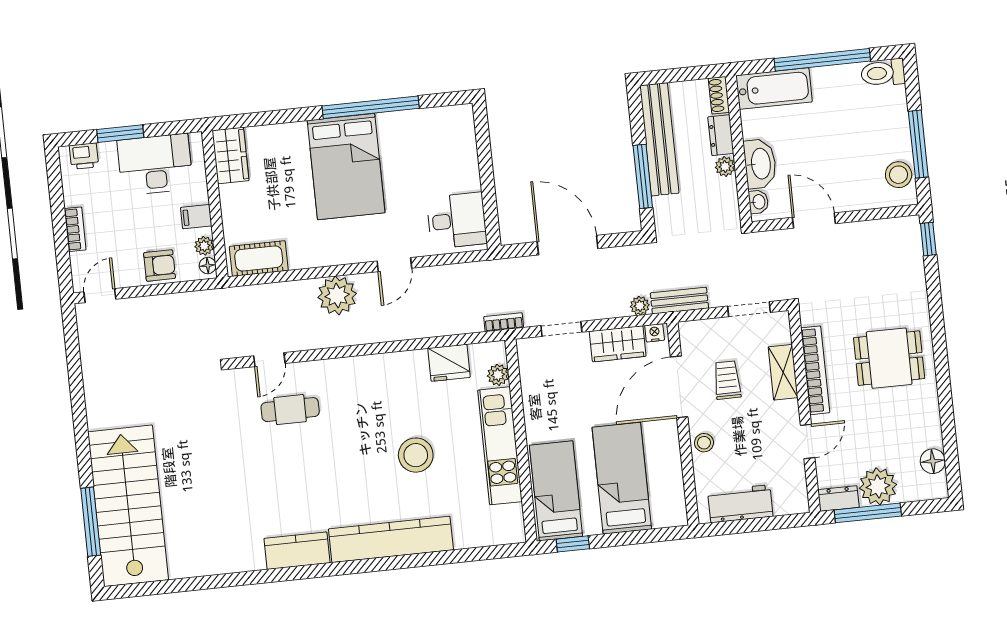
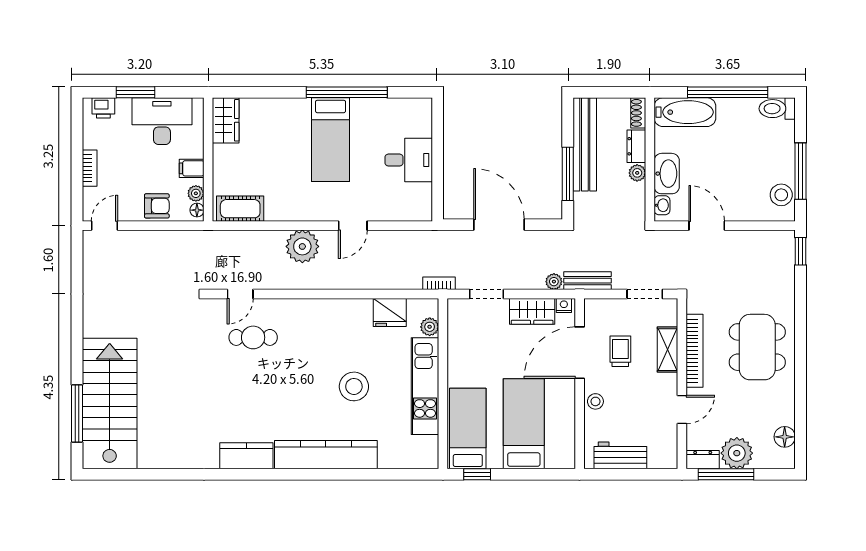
bed: (346, 167) -> (331, 140), width x0.67
desk: (457, 221) -> (409, 160), moved
dining table: (889, 358) -> (757, 347), width x1.38

